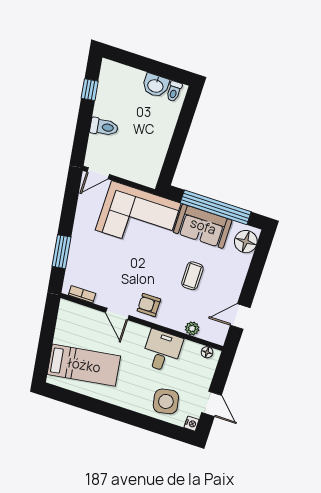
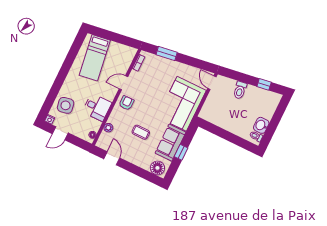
window: (216, 207) -> (181, 152), width x0.32

